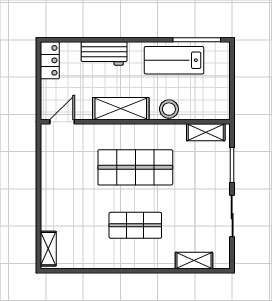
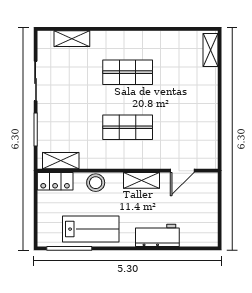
locker: (50, 60) -> (55, 181), moved, turned -90
shelving: (121, 109) -> (141, 180), width x0.67, depth x0.75
door: (62, 122) -> (182, 171), moved
shop shelf: (135, 167) -> (128, 127), width x0.70, depth x0.74

